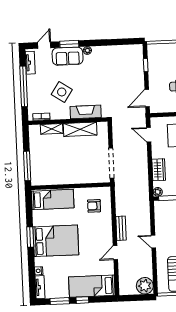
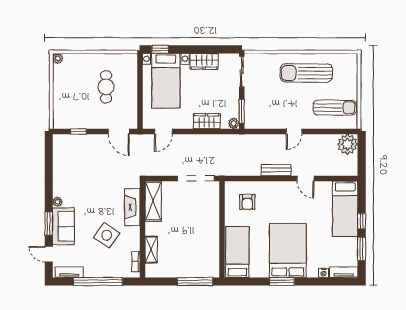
shelving: (80, 129) -> (153, 201), moved

